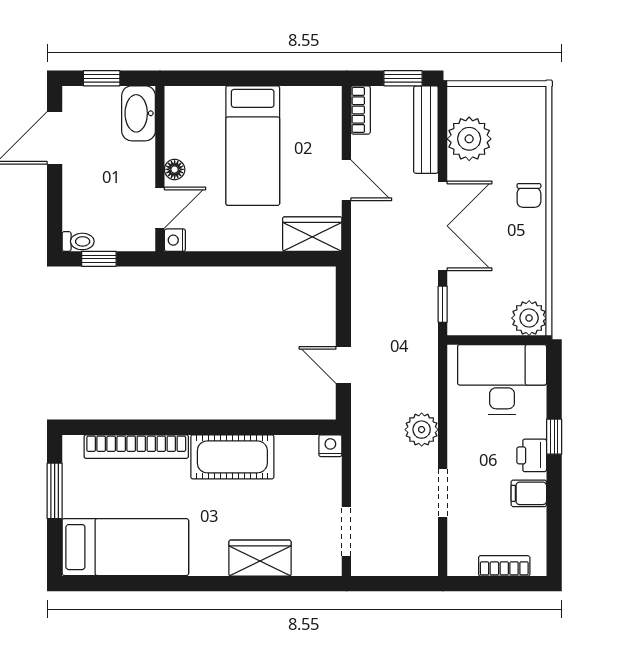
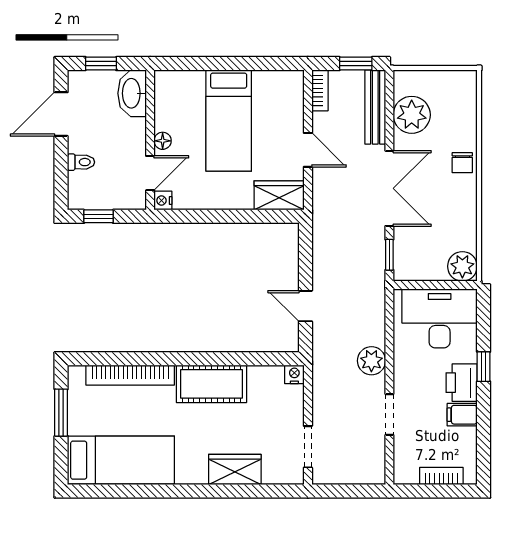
toilet: (78, 241) -> (81, 162), moved
printer: (532, 455) -> (462, 383), width x1.36, depth x1.24

